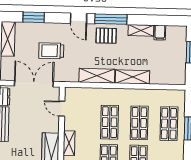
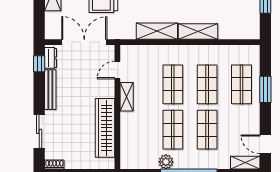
door: (62, 109) -> (117, 70), hinge flipped
shelving: (69, 143) -> (127, 97), moved

